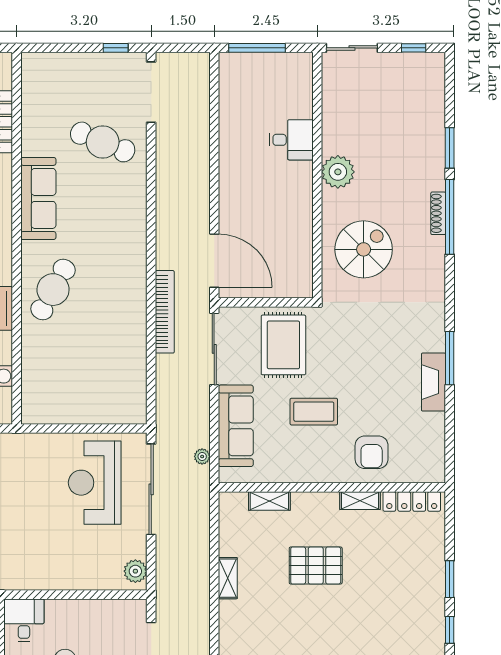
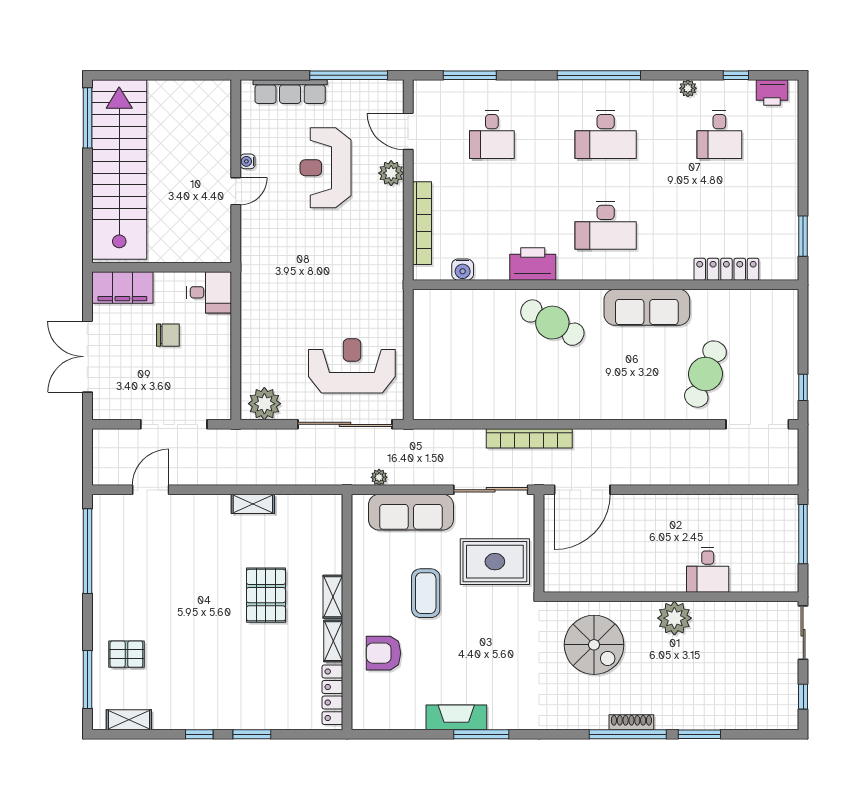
shelving: (269, 501) -> (333, 597), moved
plant: (135, 571) -> (264, 404), width x1.36, depth x1.36

